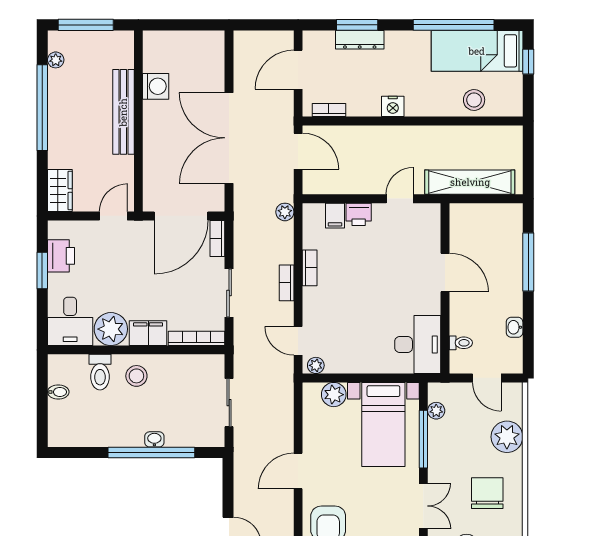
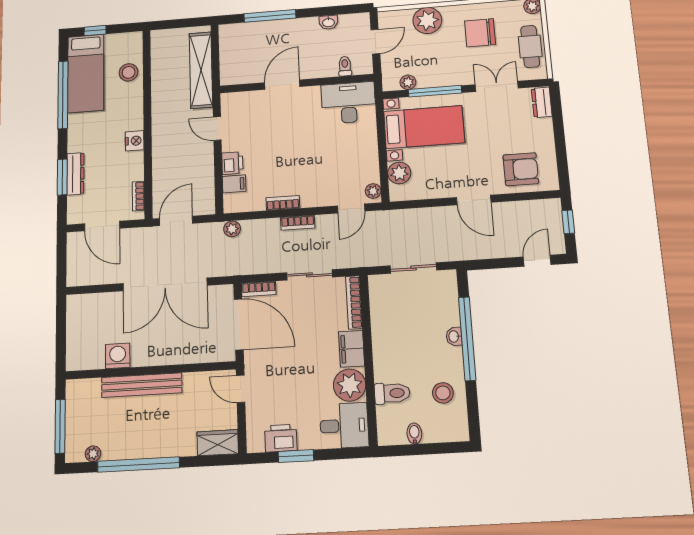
stool: (136, 376) -> (443, 393), moved

